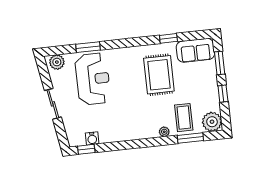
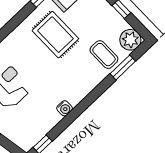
plant: (164, 132) -> (97, 79), removed
water cooler: (92, 138) -> (65, 108), moved

